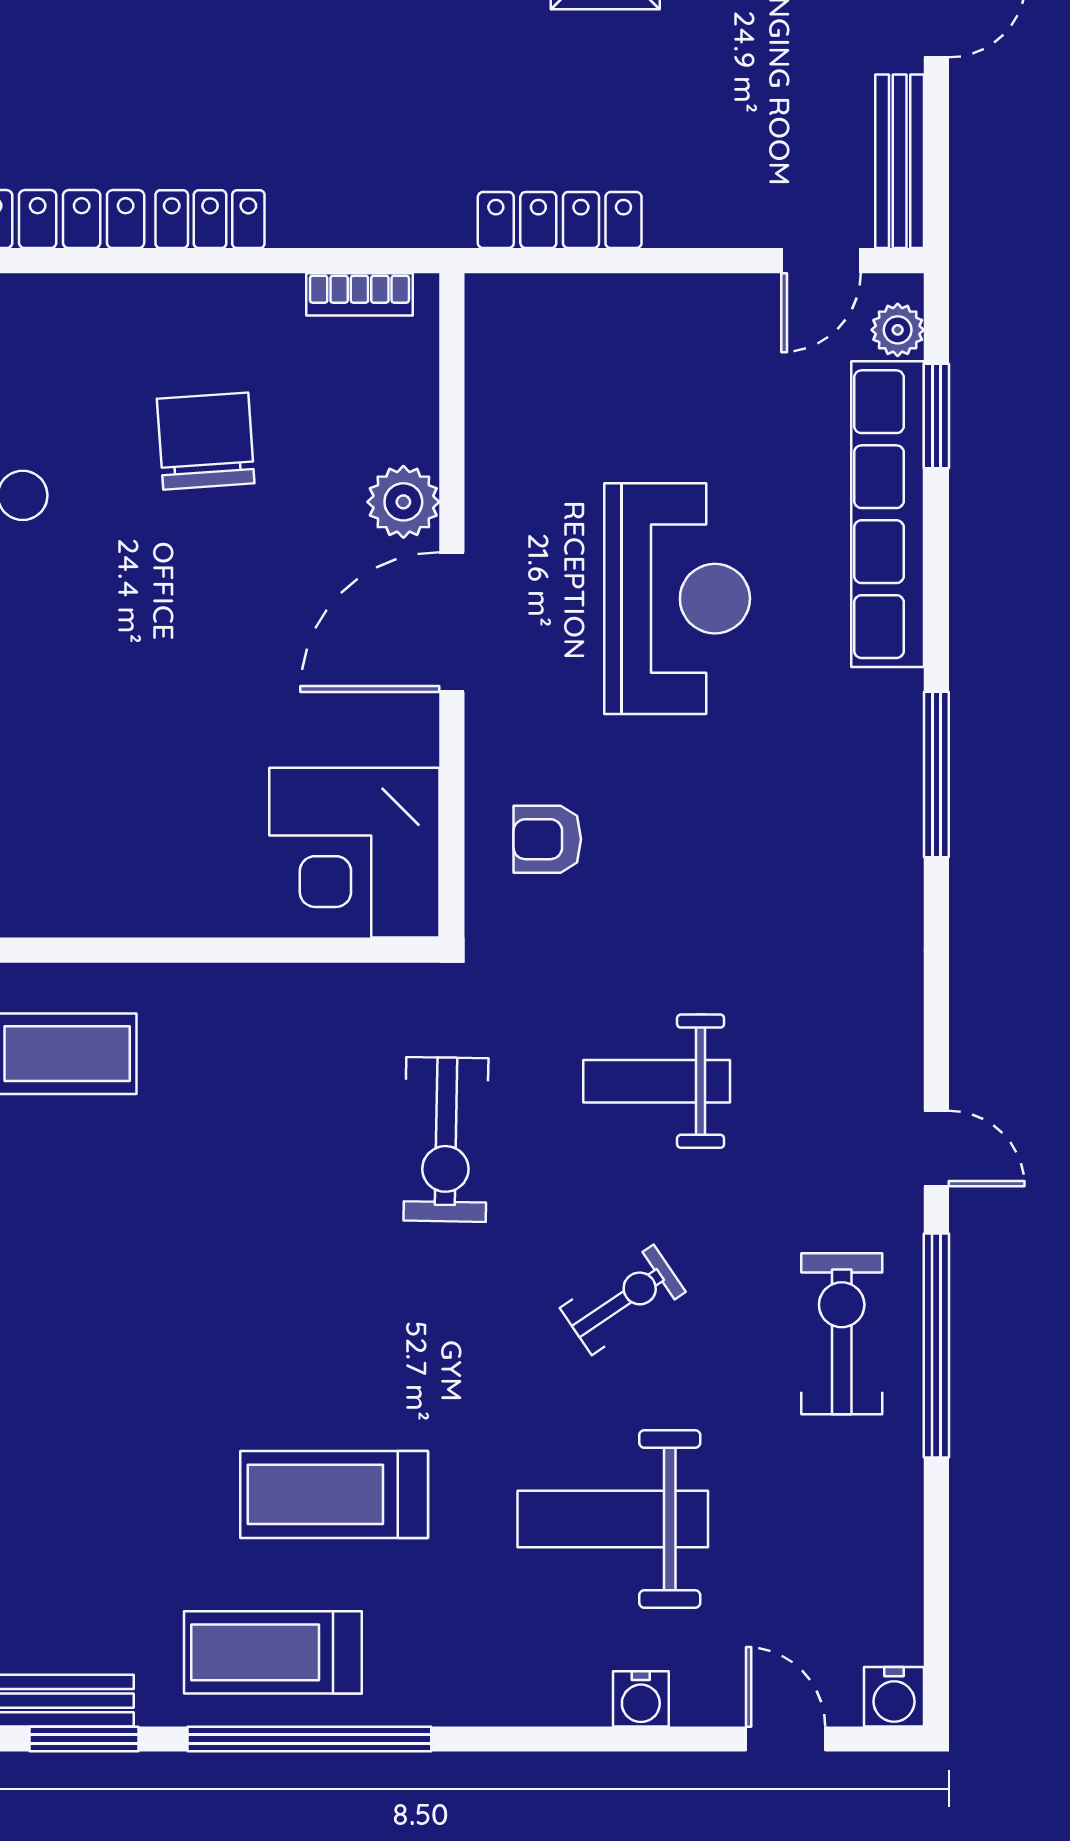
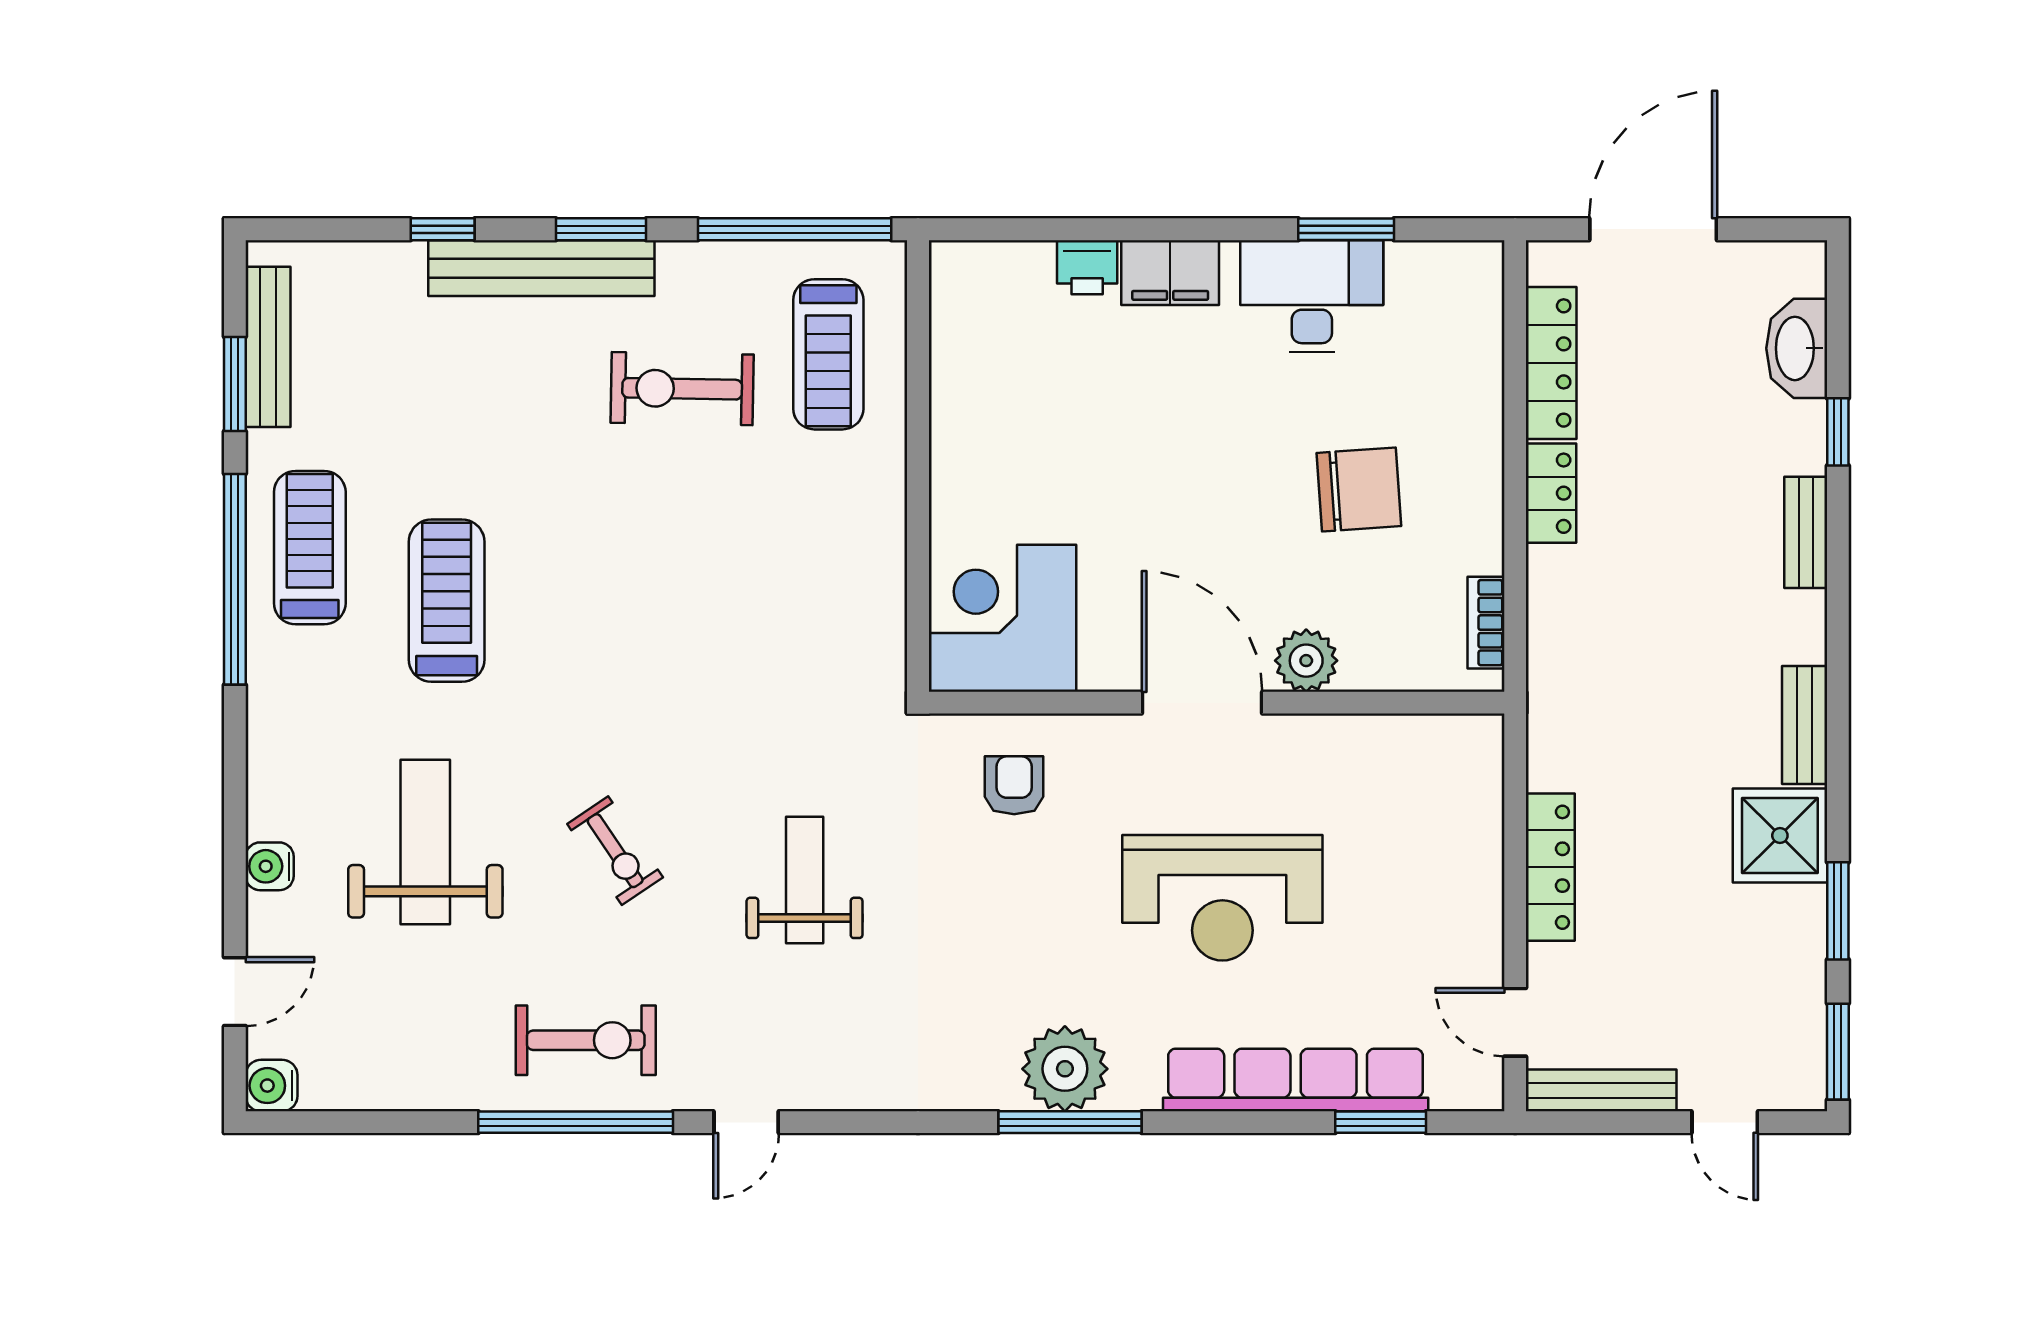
locker: (560, 220) -> (1550, 867), moved
plant: (898, 330) -> (1065, 1069), moved, width x1.87, depth x1.87
exercise bike: (446, 1139) -> (682, 389), moved

